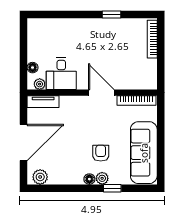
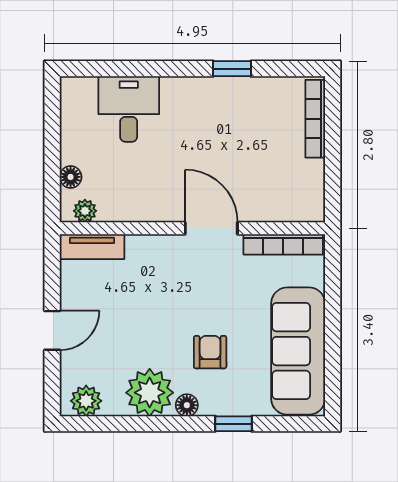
desk: (61, 74) -> (129, 109), moved, turned 180
door: (24, 143) -> (52, 330), width x0.53
plant: (102, 178) -> (150, 393), moved, width x1.87, depth x1.87

